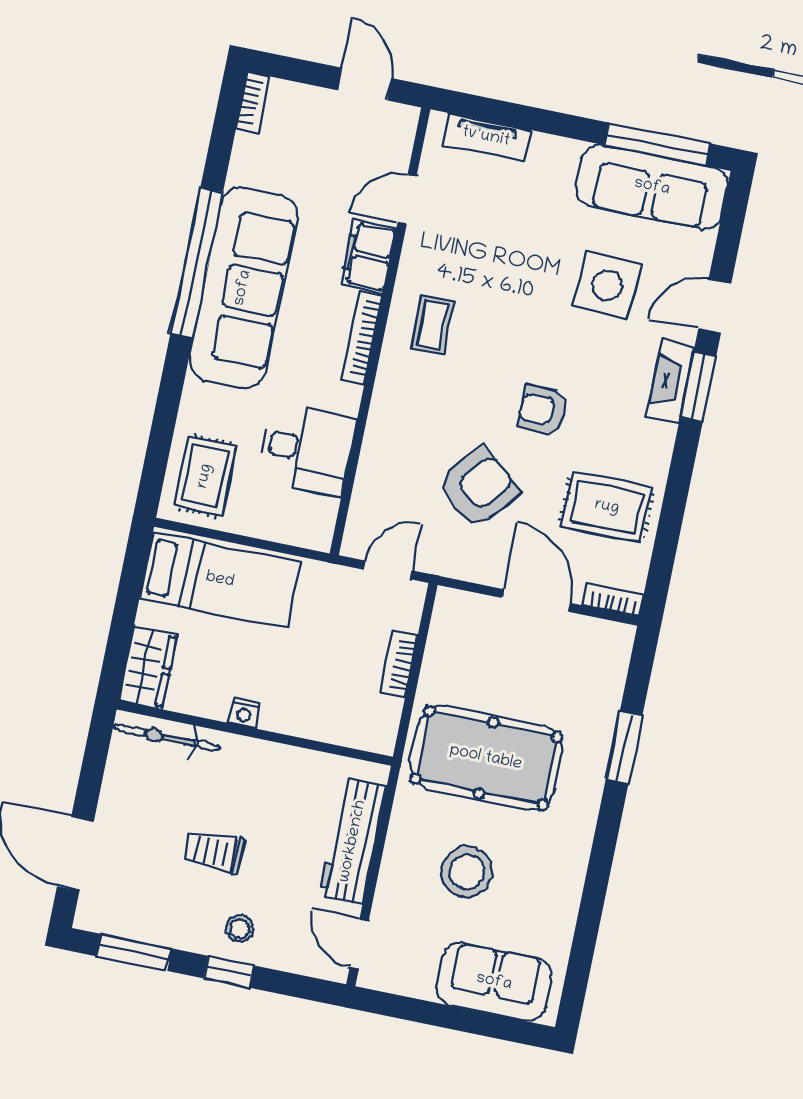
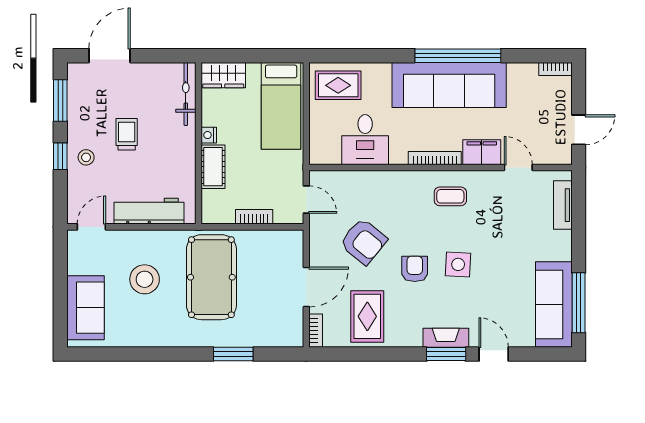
side table: (607, 285) -> (458, 264), moved, width x0.73, depth x0.73
cot: (300, 717) -> (213, 167), added

